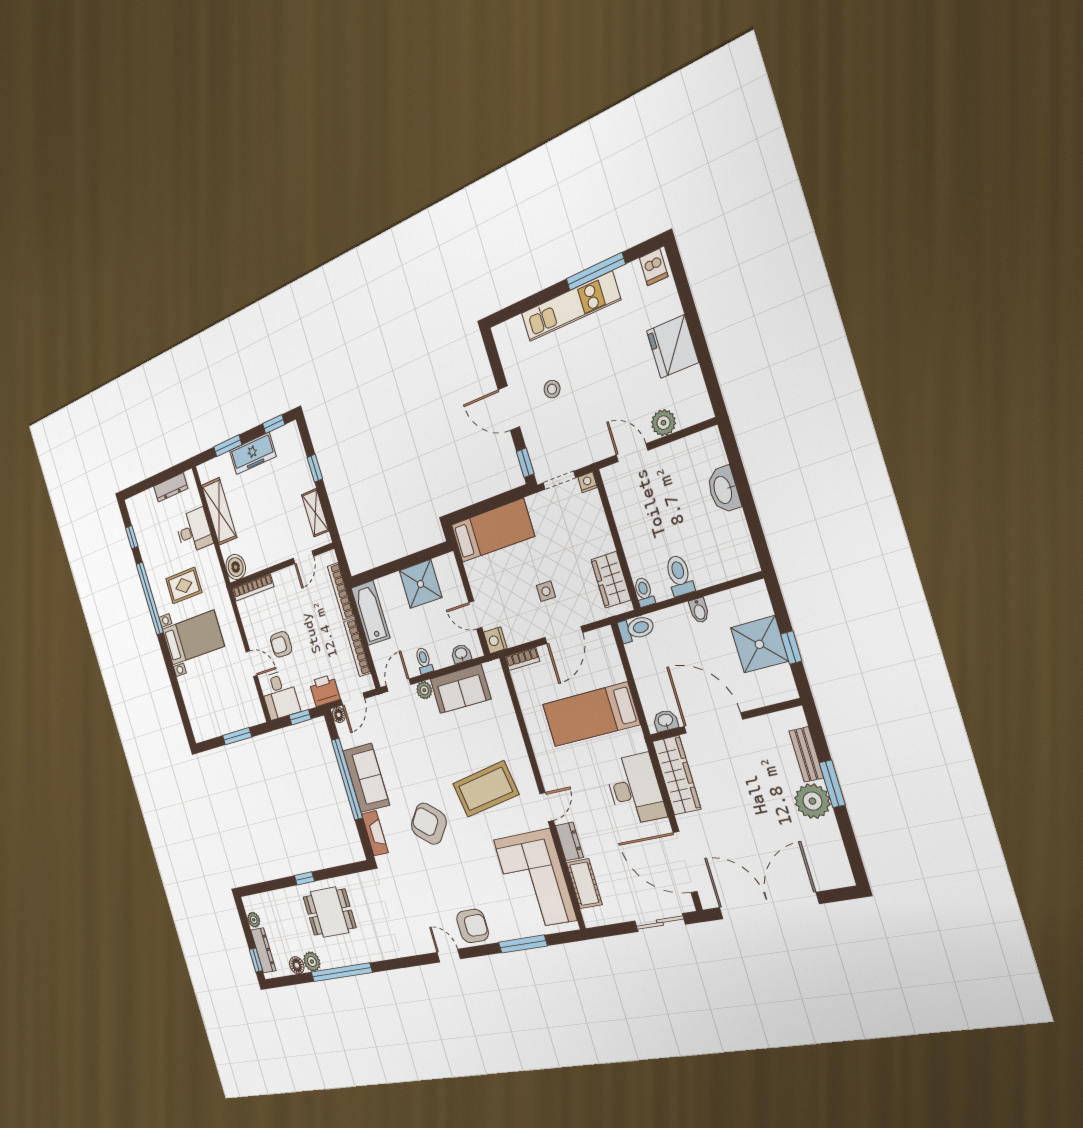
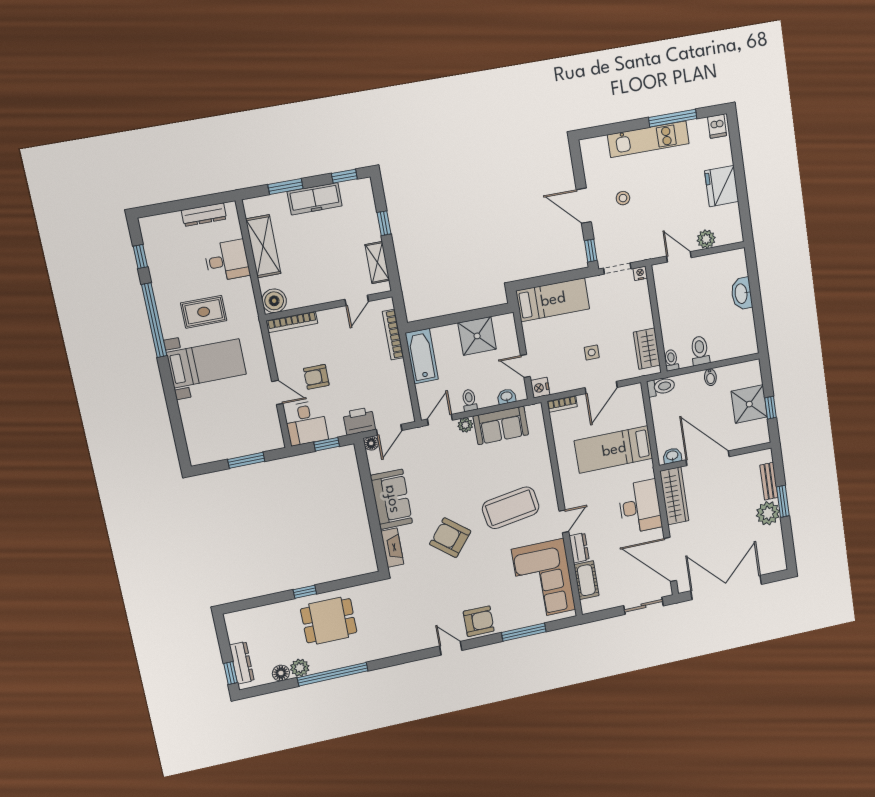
bookcase: (357, 647) -> (402, 385), removed
window: (347, 779) -> (370, 500), removed
plant: (254, 920) -> (235, 635), removed

